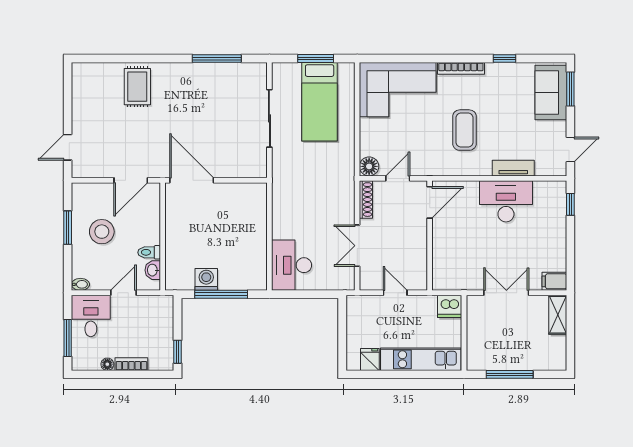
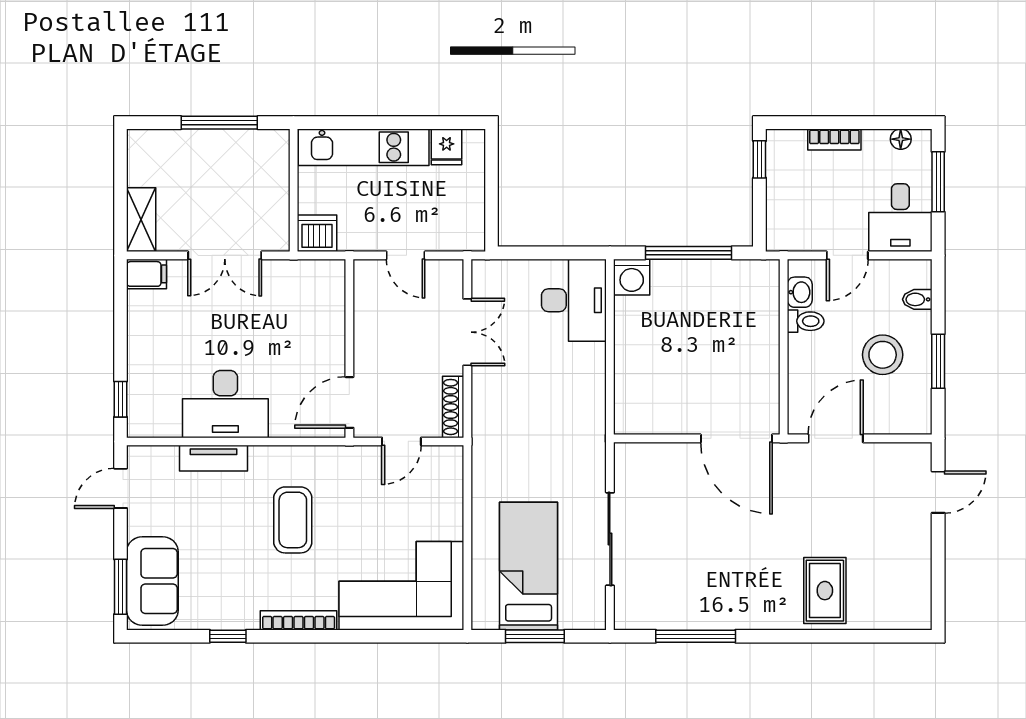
floor lamp: (369, 166) -> (448, 461), removed
washing machine: (206, 279) -> (632, 277), moved
bidet: (80, 284) -> (917, 299), moved
floor lamp: (107, 364) -> (901, 139), moved

